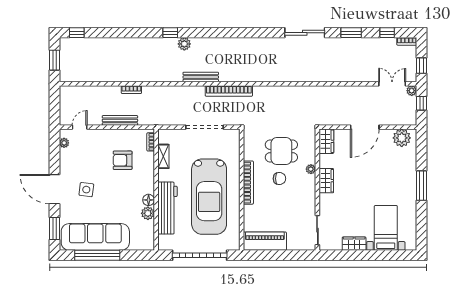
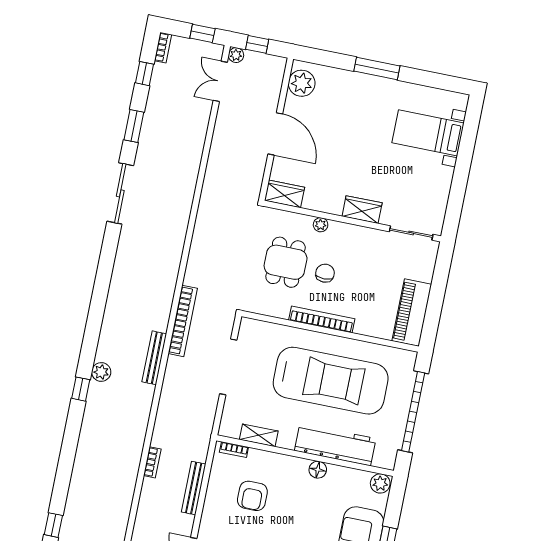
wardrobe: (326, 181) -> (362, 210), moved
plant: (148, 213) -> (380, 483), moved
wardrobe: (354, 244) -> (442, 184), removed

